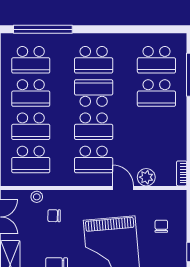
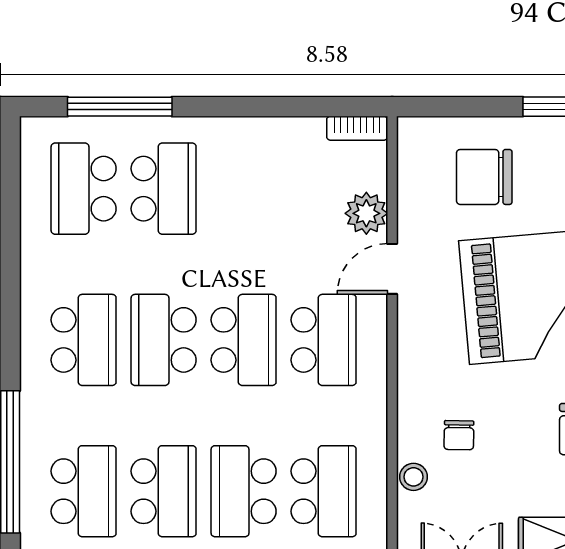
school desk: (156, 60) -> (84, 189), turned 180
school desk: (31, 126) -> (244, 491), turned 180
chair: (161, 226) -> (484, 177), width x1.87, depth x1.87

